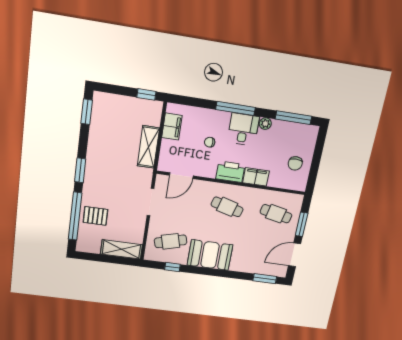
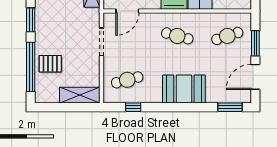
cafe table: (276, 214) -> (227, 36), turned -30
booth: (210, 255) -> (184, 89), moved

